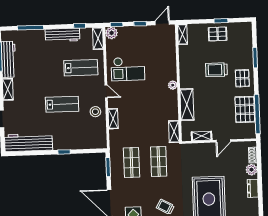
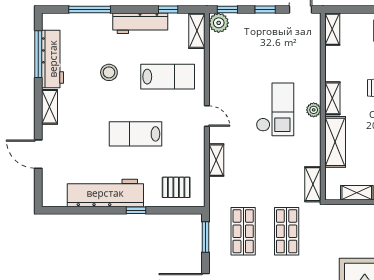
checkout: (128, 69) -> (275, 109), moved, turned -90
shelving: (184, 78) -> (332, 98), added
lab bench: (62, 104) -> (136, 134), turned 180
stool: (95, 112) -> (109, 72), moved
pallet: (89, 137) -> (176, 187), added
workbench: (28, 142) -> (105, 193), moved

